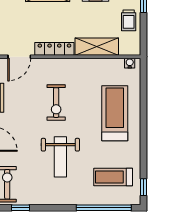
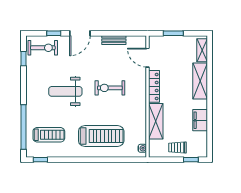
treadmill: (113, 177) -> (49, 135), turned 90

